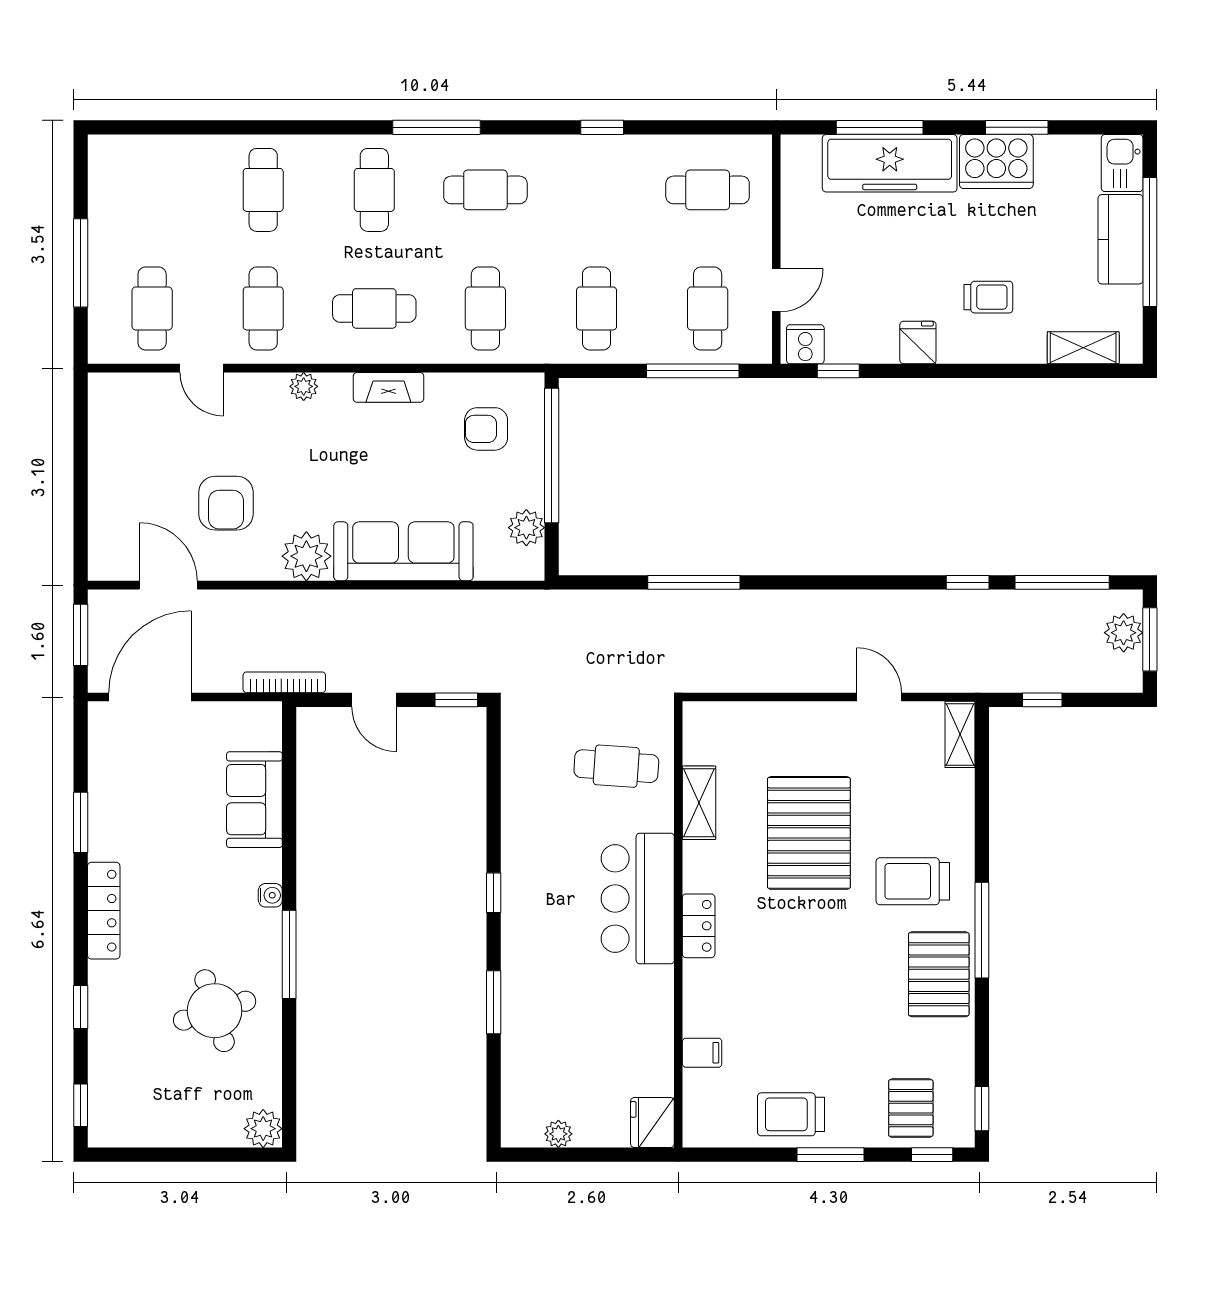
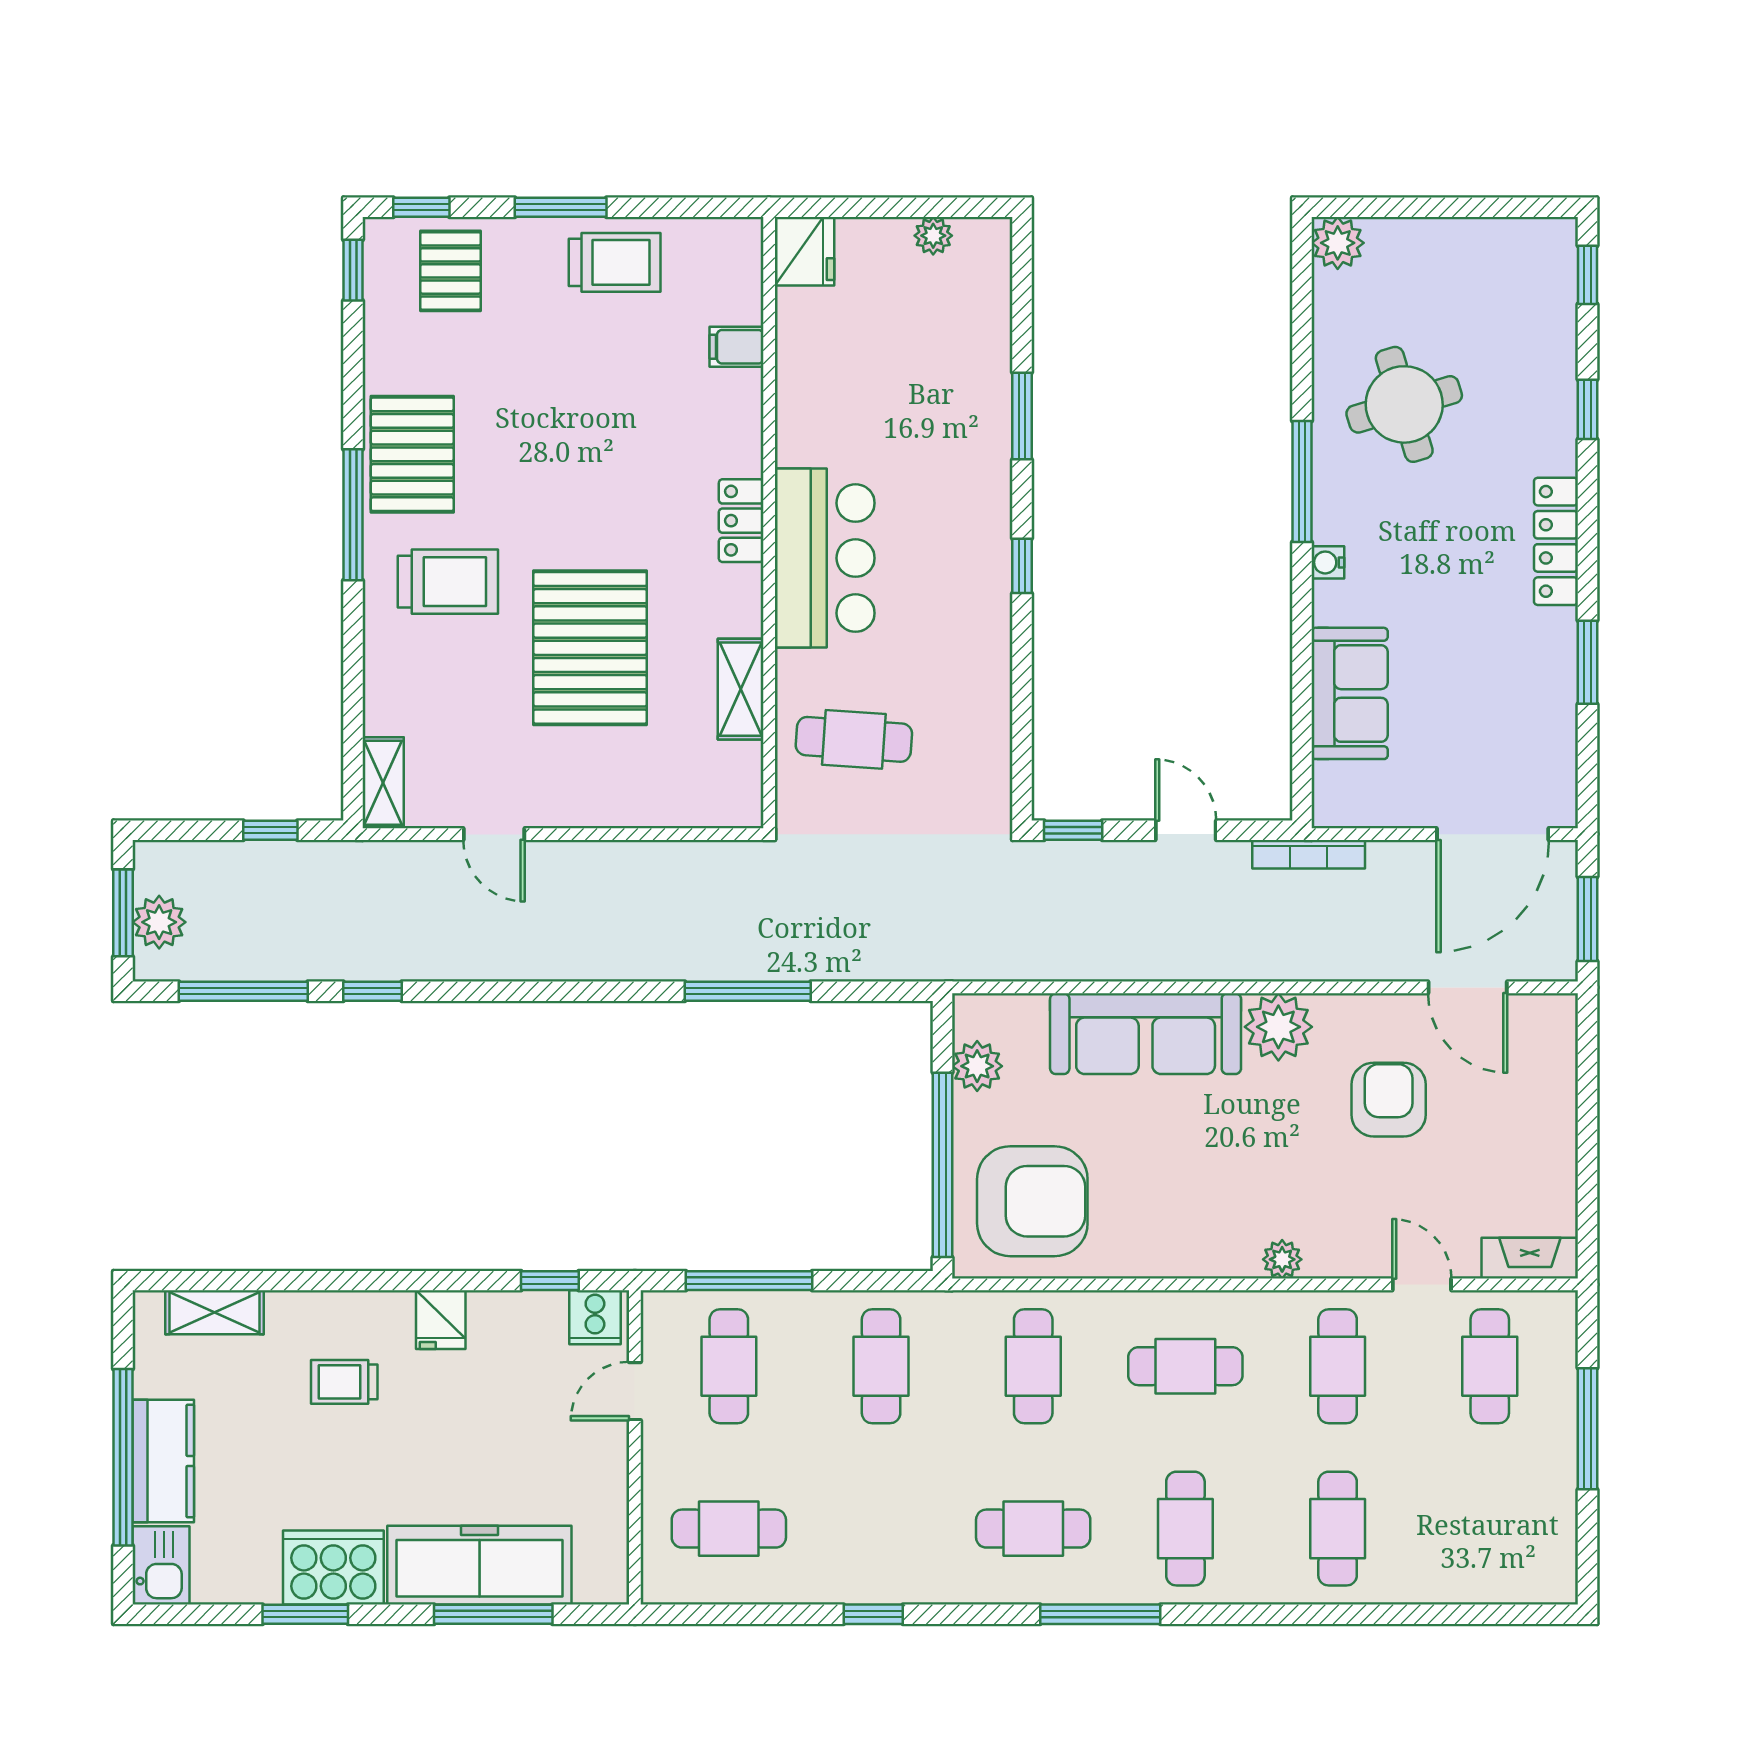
fireplace: (388, 387) -> (1530, 1258), moved
armchair: (486, 429) -> (1032, 1201), width x1.88, depth x1.88

